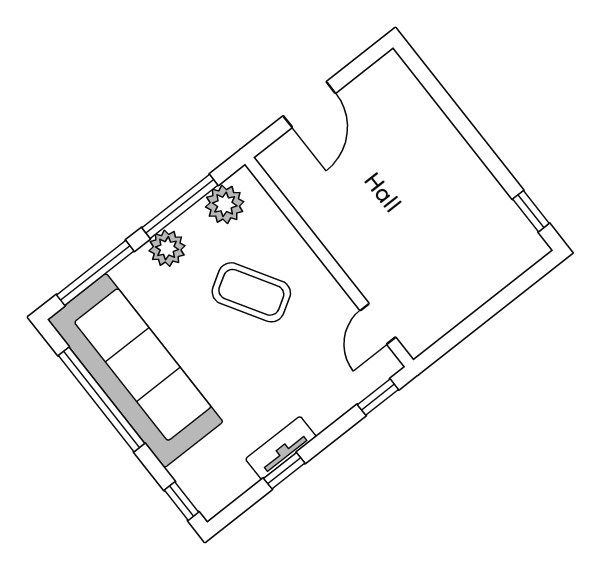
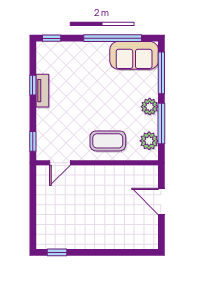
coffee table: (251, 292) -> (108, 141), moved, turned 31
door: (378, 324) -> (60, 163), swing flipped
sofa: (135, 371) -> (134, 55), width x0.54, depth x0.79

